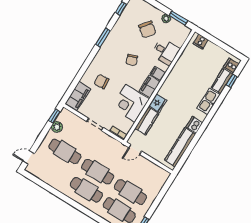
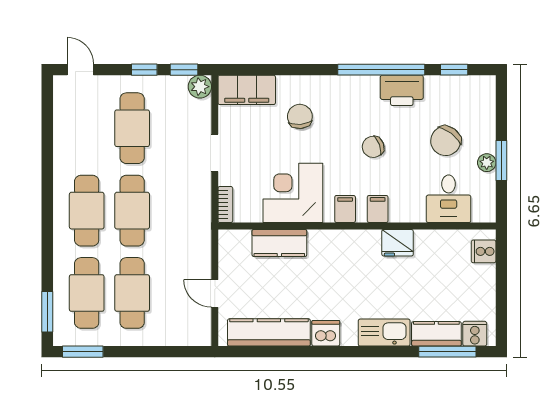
window: (178, 18) -> (501, 160), moved
printer: (116, 34) -> (402, 90), added
window: (103, 37) -> (381, 70), width x2.11
desk: (165, 52) -> (449, 199), moved
window: (232, 81) -> (447, 352), width x2.17
filing cabinet: (150, 86) -> (345, 209), width x0.50
fridge: (158, 103) -> (398, 243), moved
plant: (57, 127) -> (200, 87), moved
window: (44, 132) -> (144, 70), added
door: (135, 149) -> (215, 293), moved

